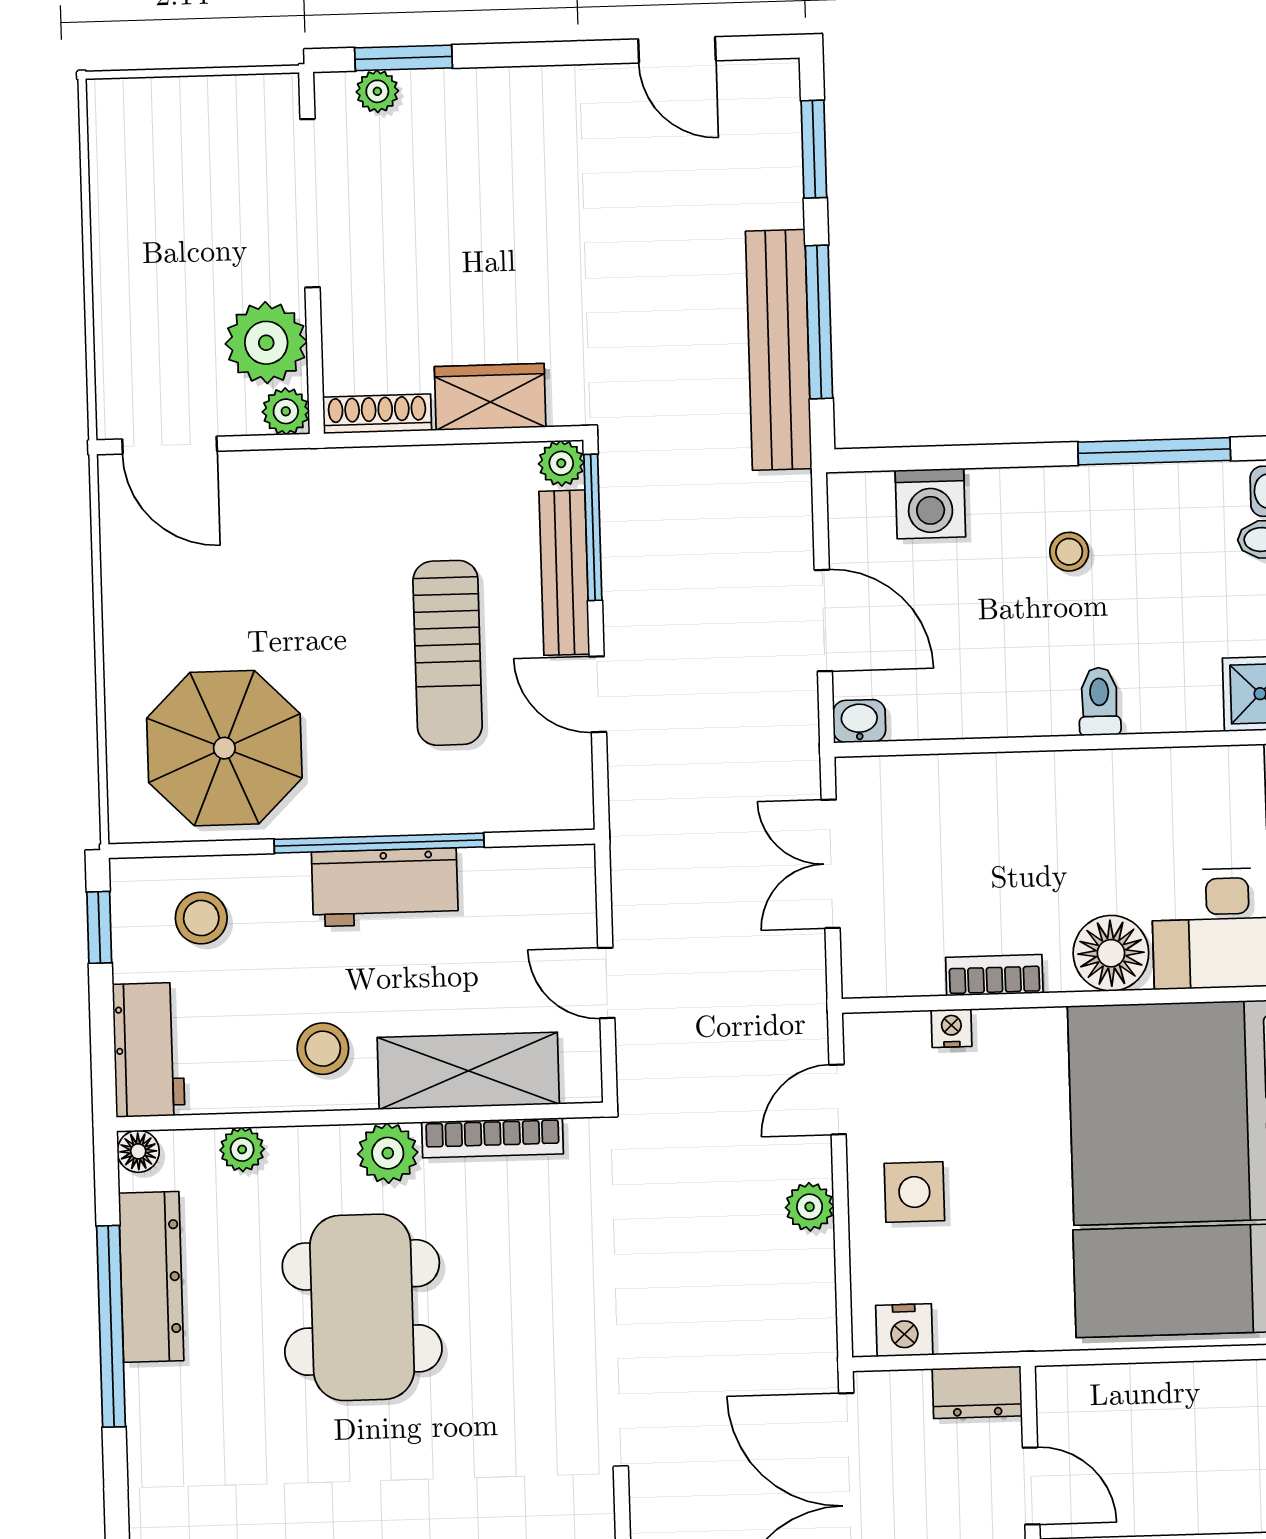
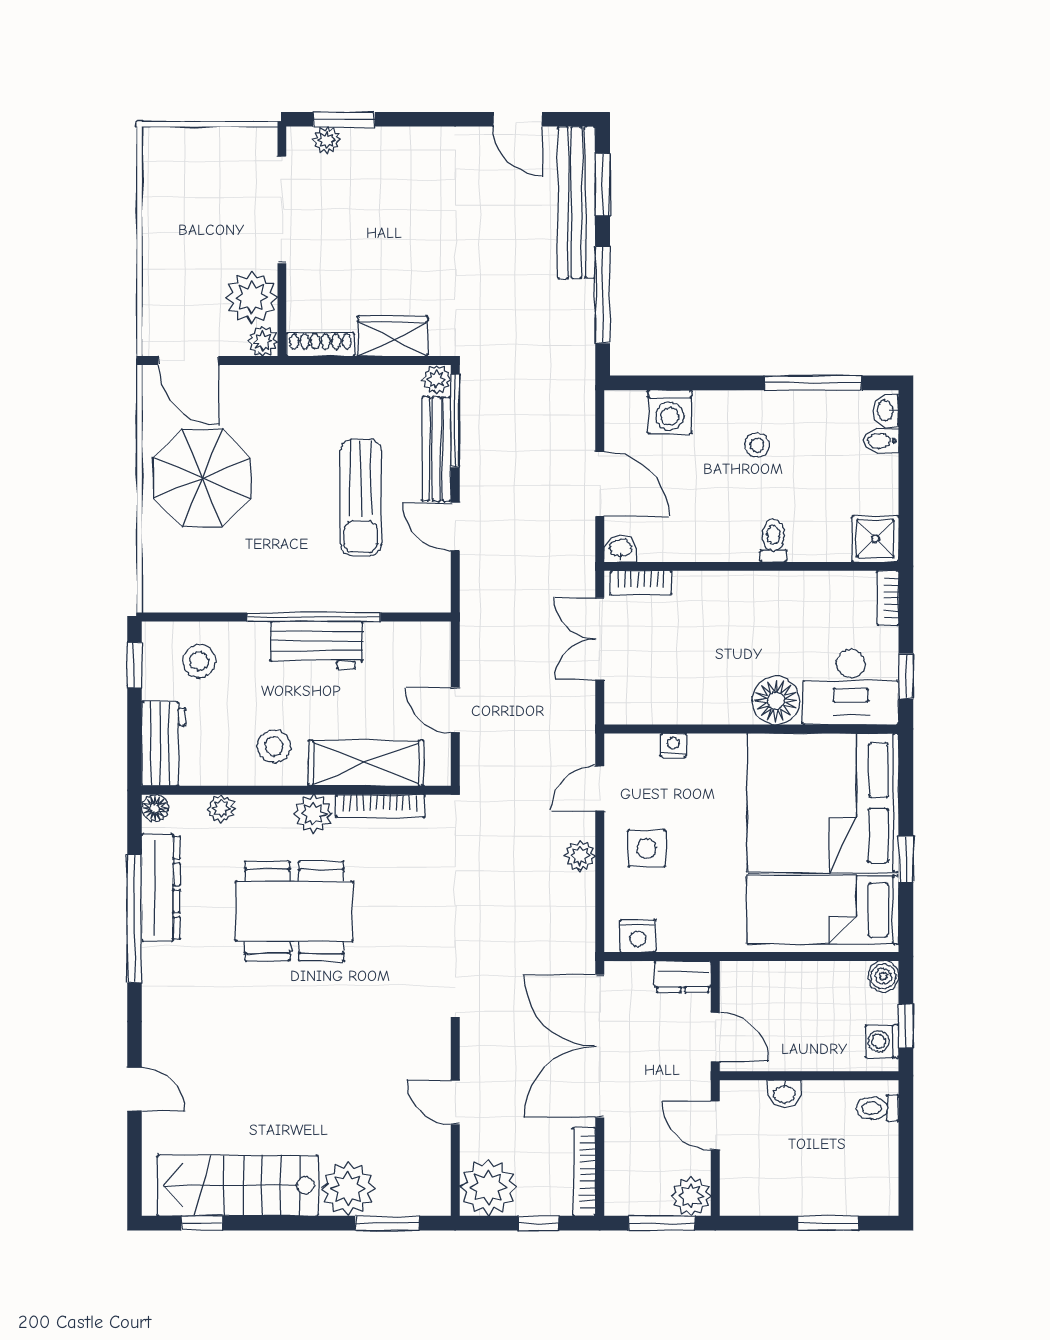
bench: (779, 350) -> (576, 202), moved
parasol: (224, 748) -> (202, 478), moved
bookcase: (994, 975) -> (641, 583), moved, turned 180
dining table: (362, 1307) -> (294, 911), turned 90

